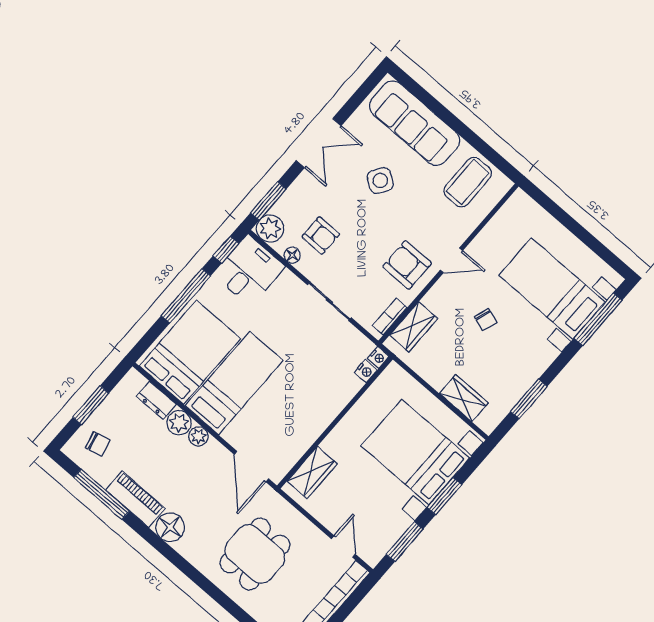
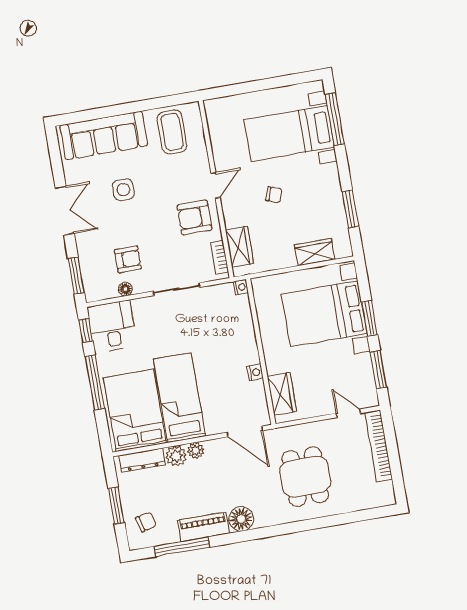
side table: (380, 181) -> (123, 190), turned -34
plant: (270, 228) -> (96, 289), removed
nightstand: (366, 371) -> (255, 372), moved
dresser: (156, 400) -> (142, 460), width x1.44

